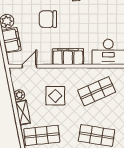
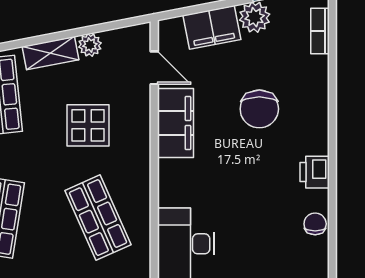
chair: (48, 19) -> (259, 109), turned 180
filing cabinet: (68, 57) -> (175, 123), moved

